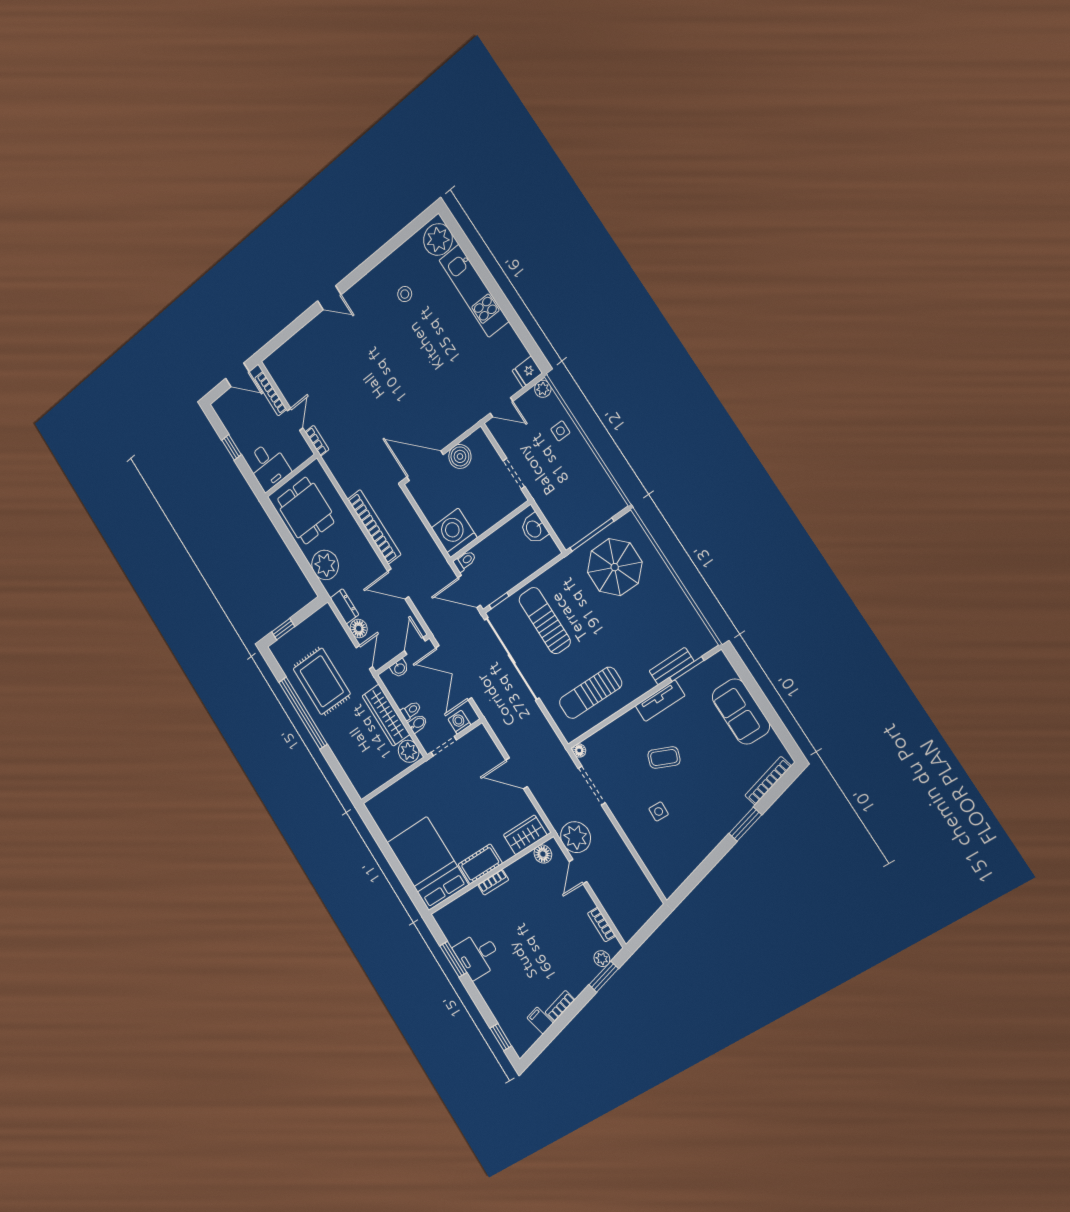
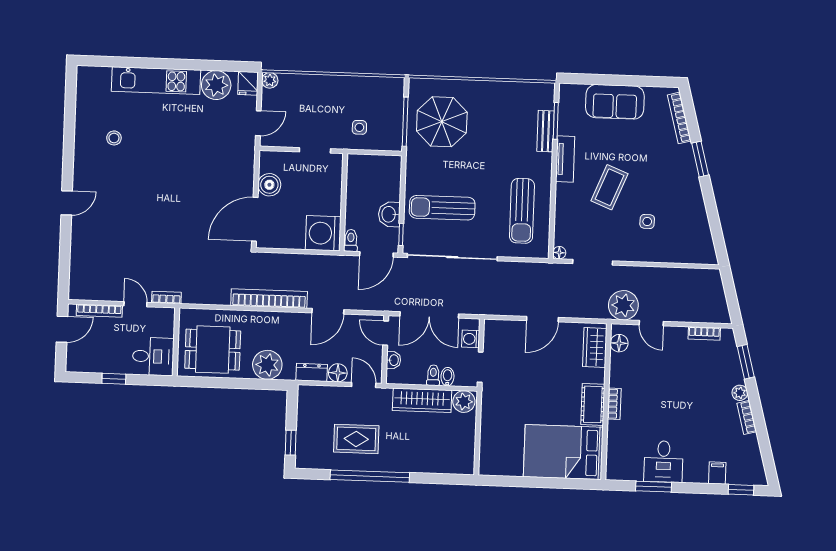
plant: (438, 240) -> (216, 85), moved
side table: (560, 431) -> (359, 127), moved
washbasin: (534, 529) -> (389, 214), moved, turned 90
rug: (322, 681) -> (356, 439), width x0.73, depth x0.70
coffee table: (664, 758) -> (609, 187), width x1.36, depth x1.30
plant: (602, 959) -> (740, 393), moved
filing cabinet: (540, 1021) -> (717, 473), moved, turned 105

